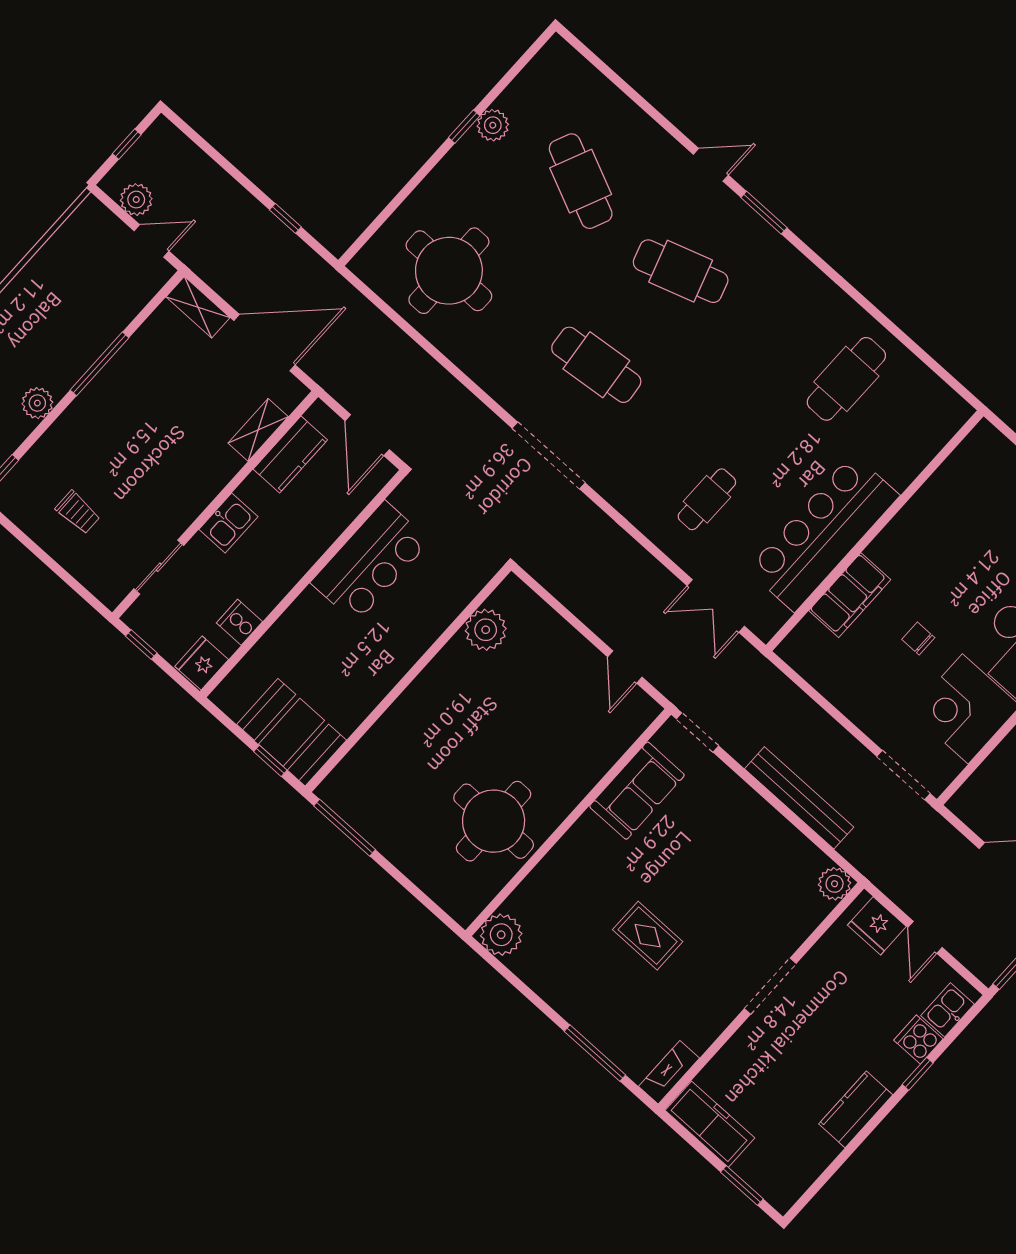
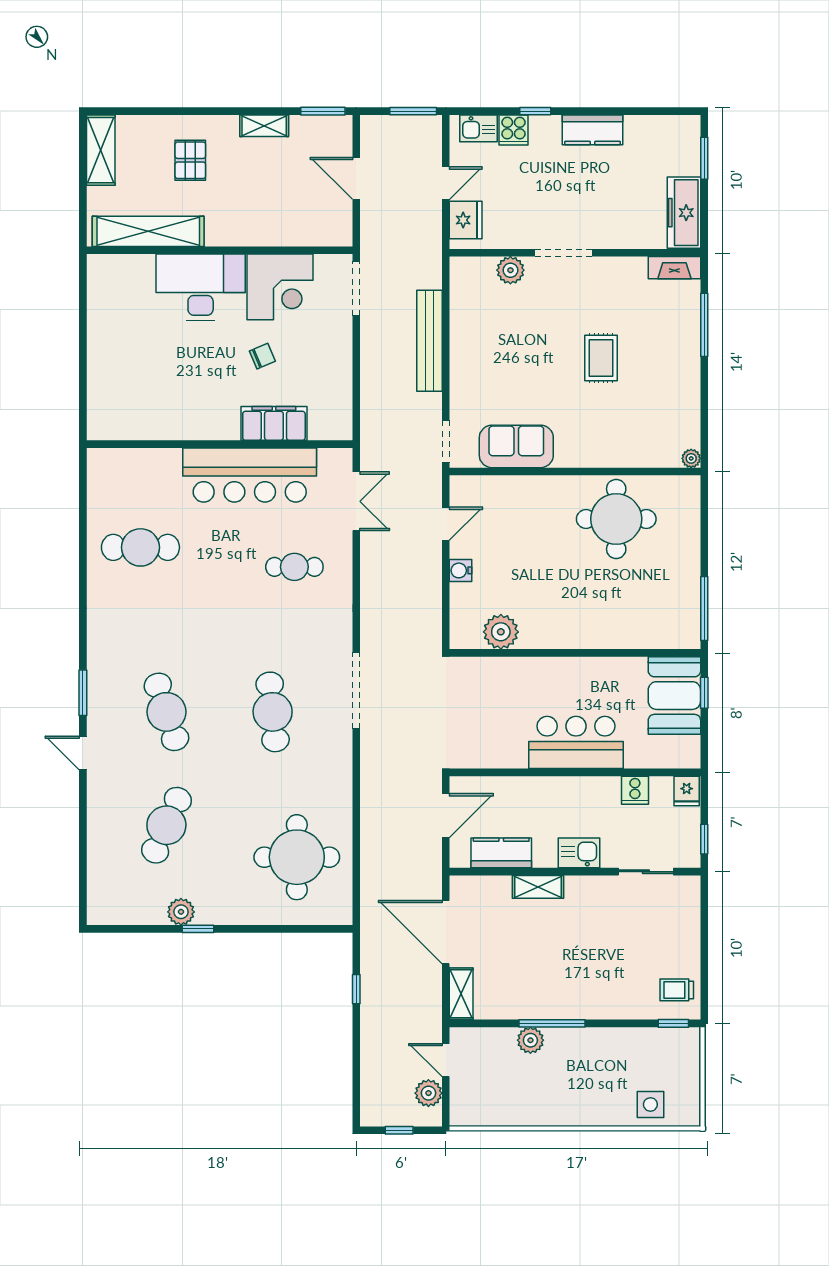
plant: (37, 403) -> (530, 1040), moved
shelving: (258, 430) -> (538, 887), moved
trolley: (78, 512) -> (677, 990), moved, turned -90
bar counter: (370, 562) -> (576, 742), moved
chair: (918, 638) -> (262, 356), turned -113
water cooler: (572, 643) -> (461, 570), added
fridge: (202, 663) -> (687, 791), width x0.72
plant: (835, 884) -> (510, 270), moved
plant: (501, 935) -> (691, 458), width x0.53, depth x0.53

